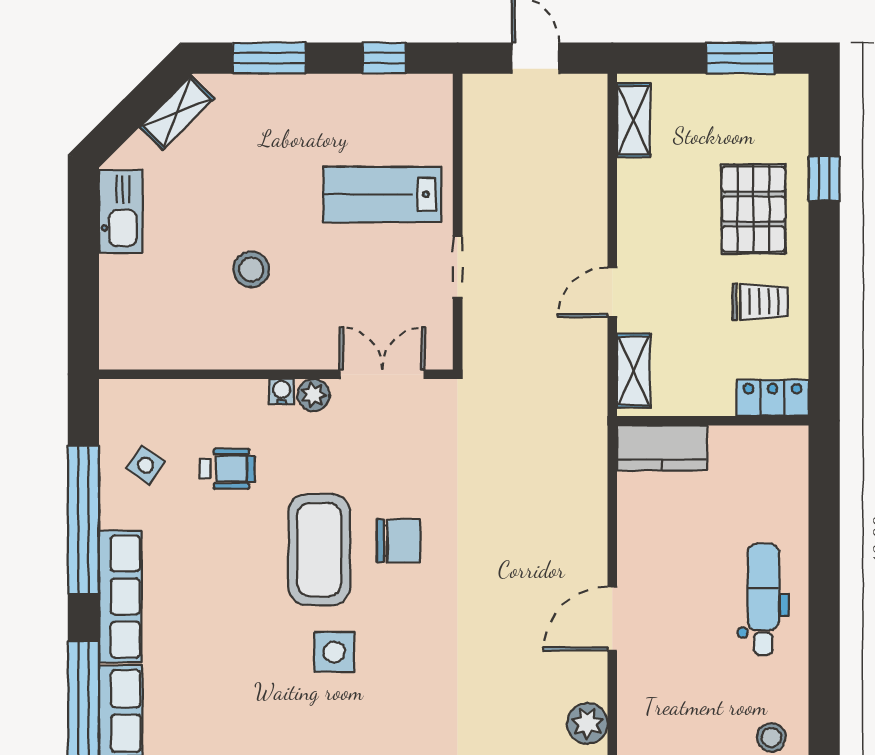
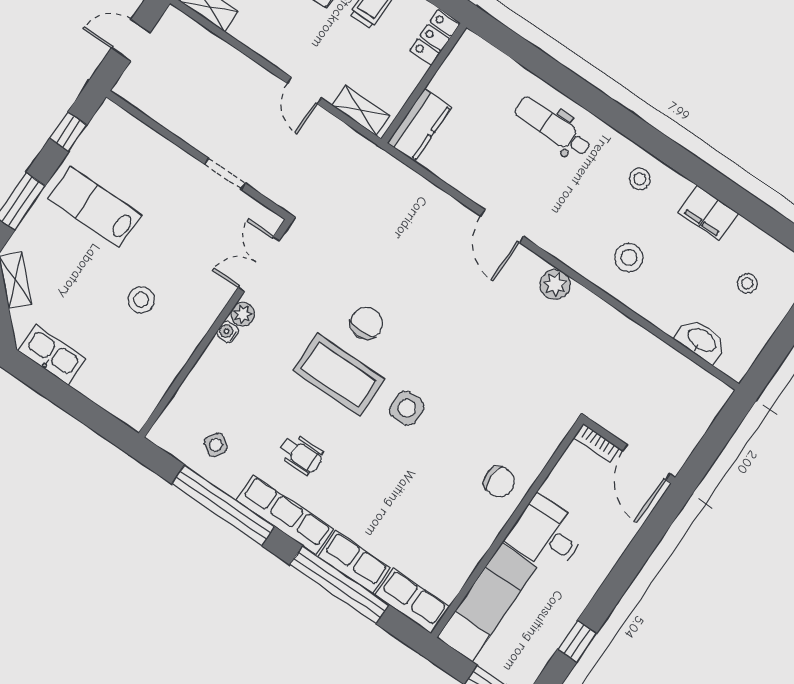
lab bench: (382, 194) -> (95, 207), moved, turned 90
wheelchair: (227, 469) -> (301, 454), moved, turned 90

